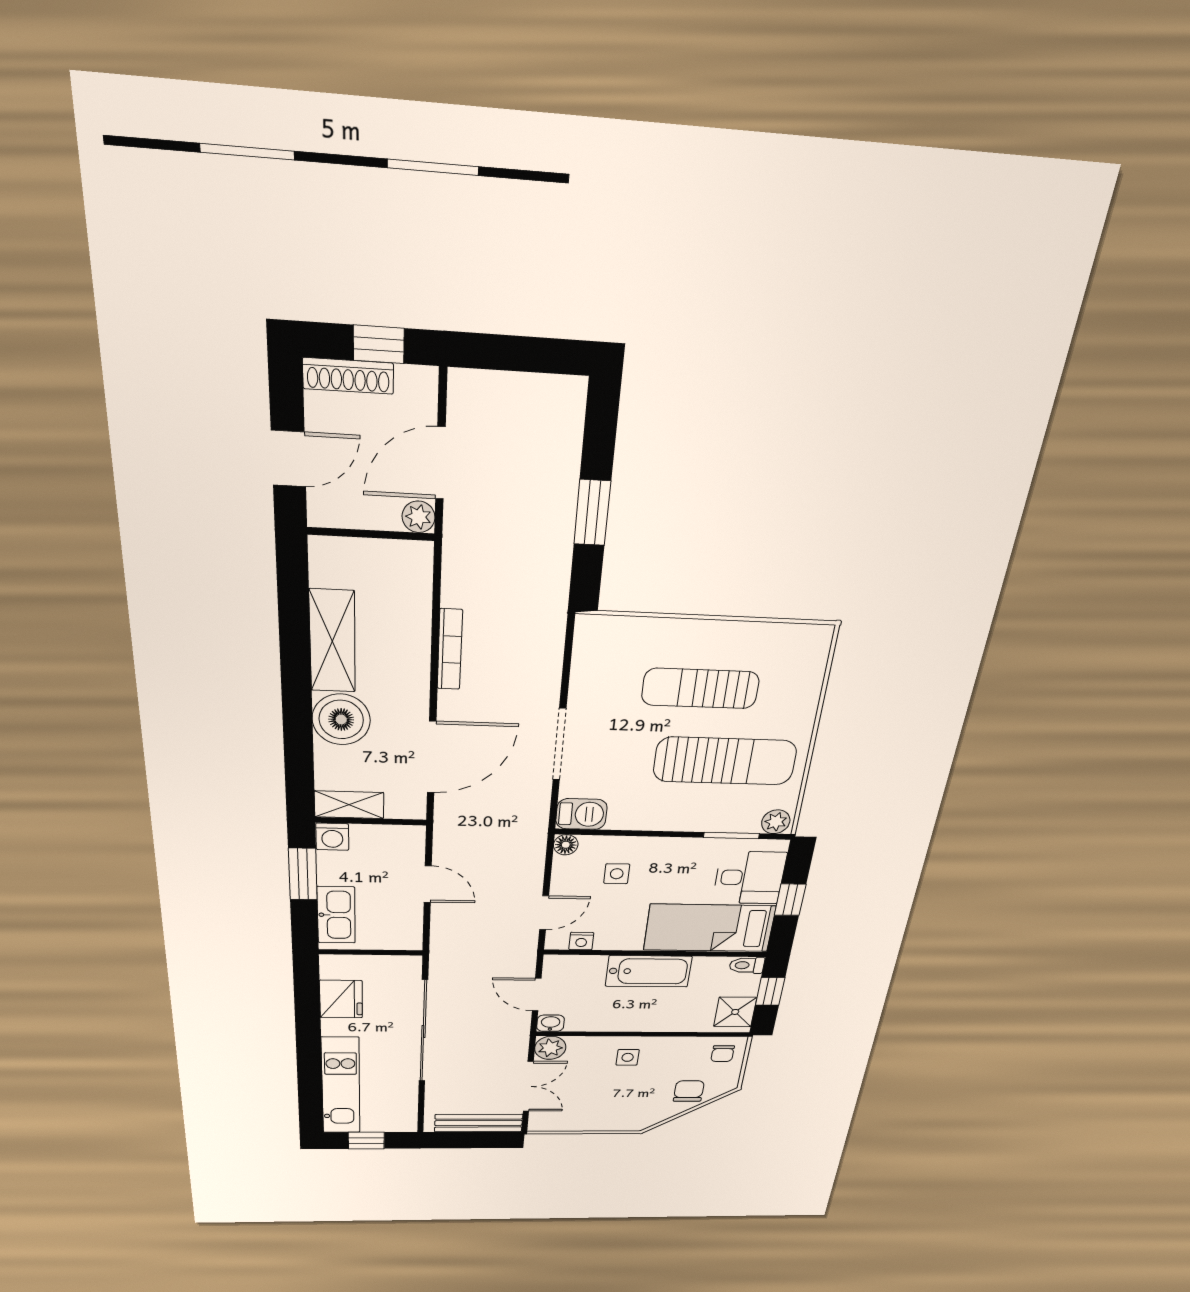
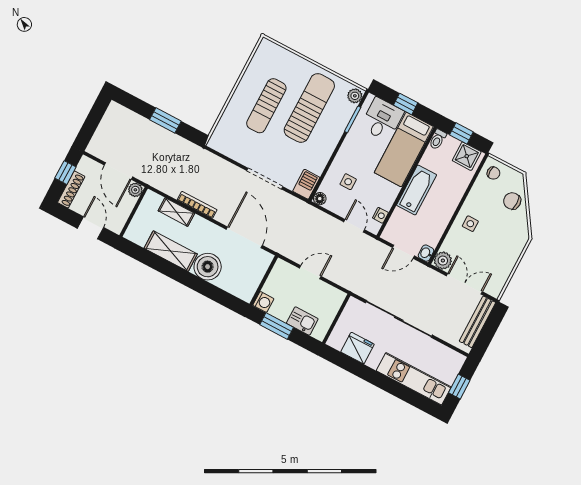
shelving: (349, 805) -> (176, 212), moved, turned 90
kitchen sink: (336, 915) -> (302, 321), width x0.73

